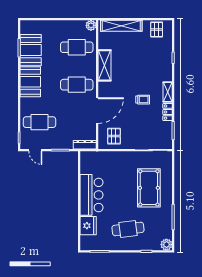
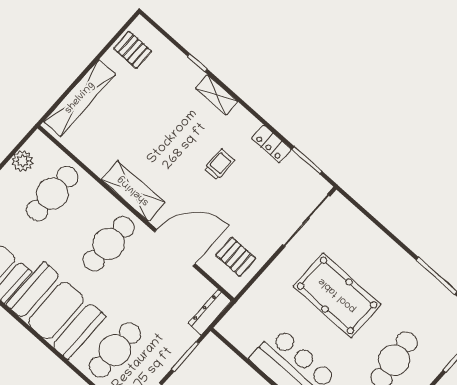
plant: (91, 25) -> (22, 161), moved
shelving: (104, 65) -> (133, 191), moved
booth: (30, 82) -> (56, 311), width x1.36, depth x1.42
shelving: (168, 92) -> (217, 95), moved
door: (97, 111) -> (175, 248), hinge flipped
pool table: (149, 188) -> (337, 295), moved

